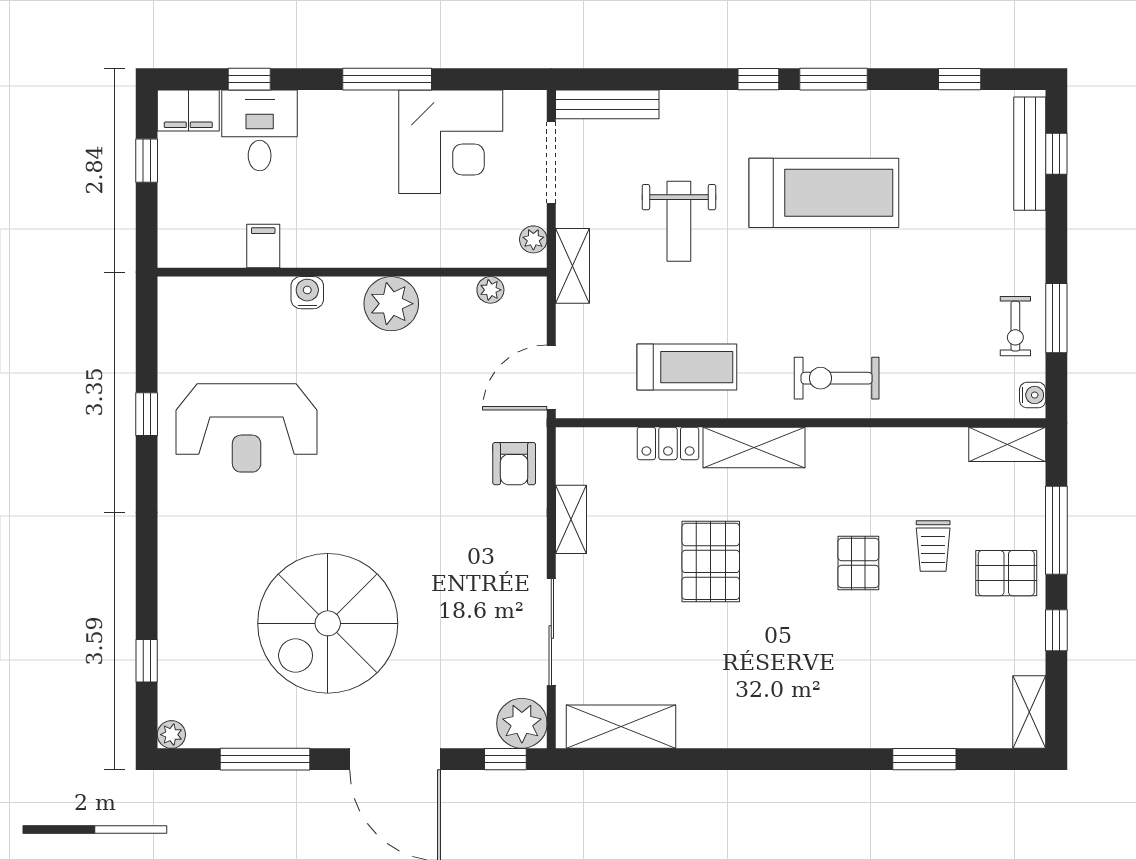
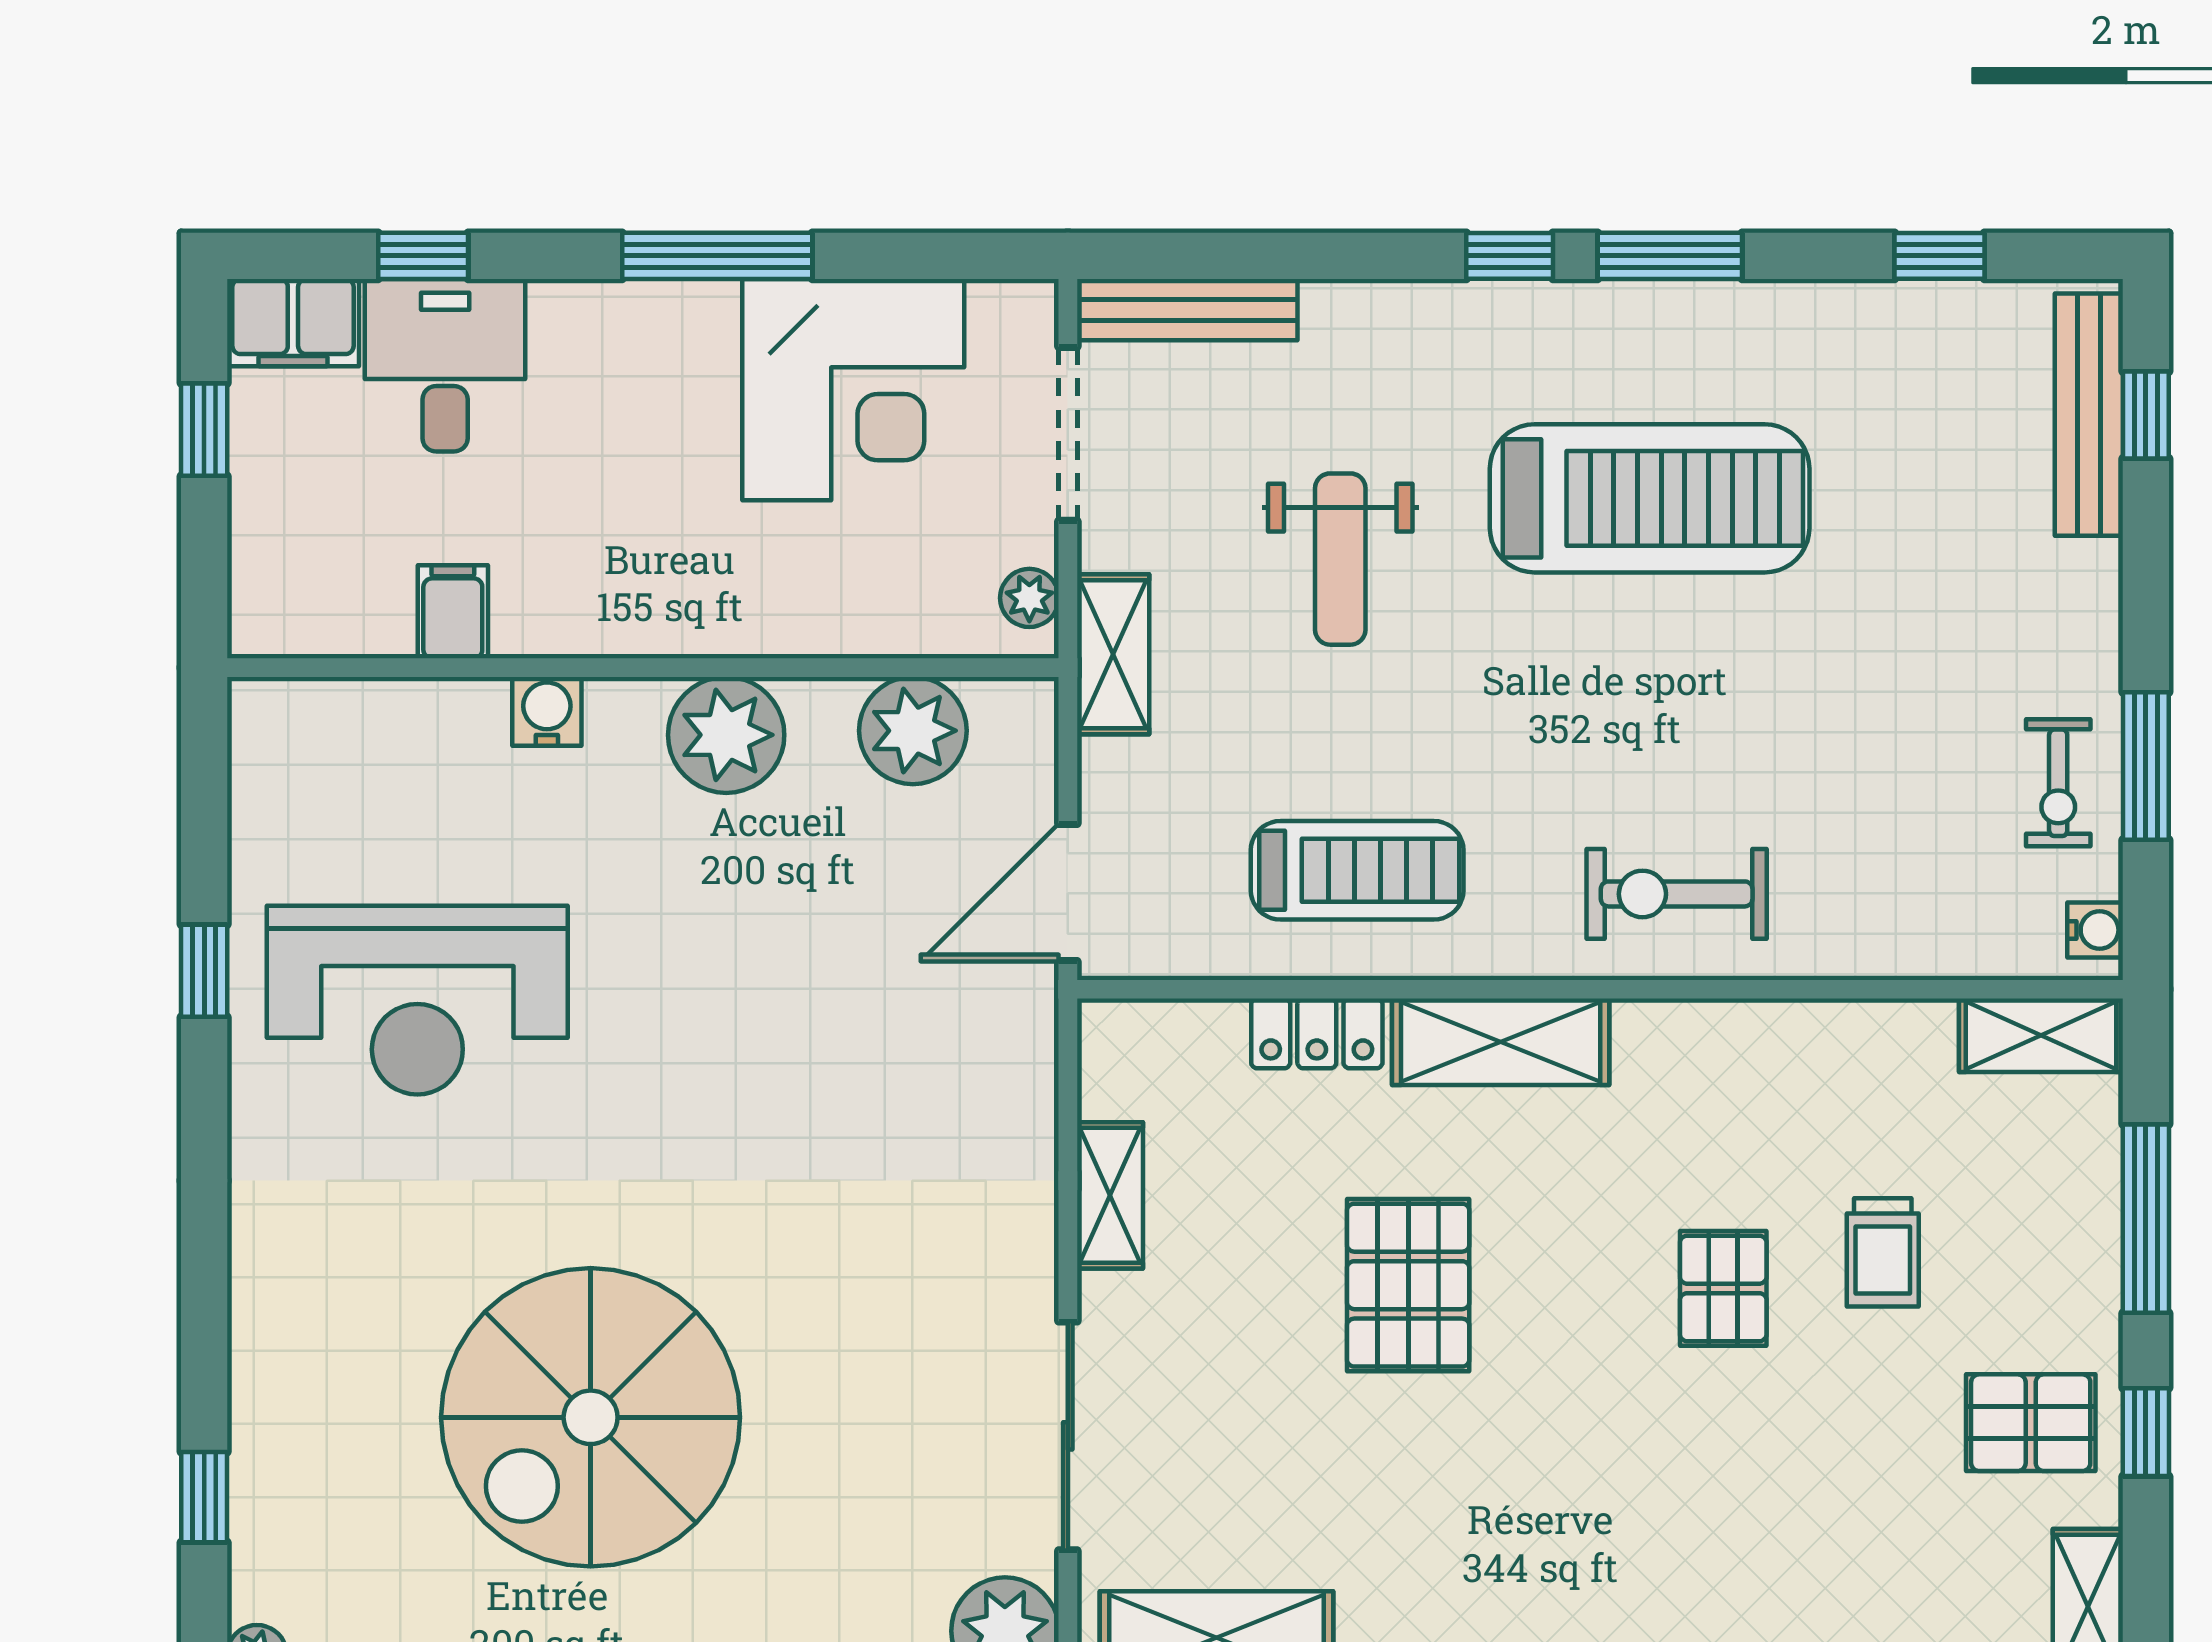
plant: (490, 290) -> (913, 731), width x1.87, depth x1.87
armchair: (514, 464) -> (988, 1076), removed
pallet: (1006, 573) -> (2031, 1423), moved

